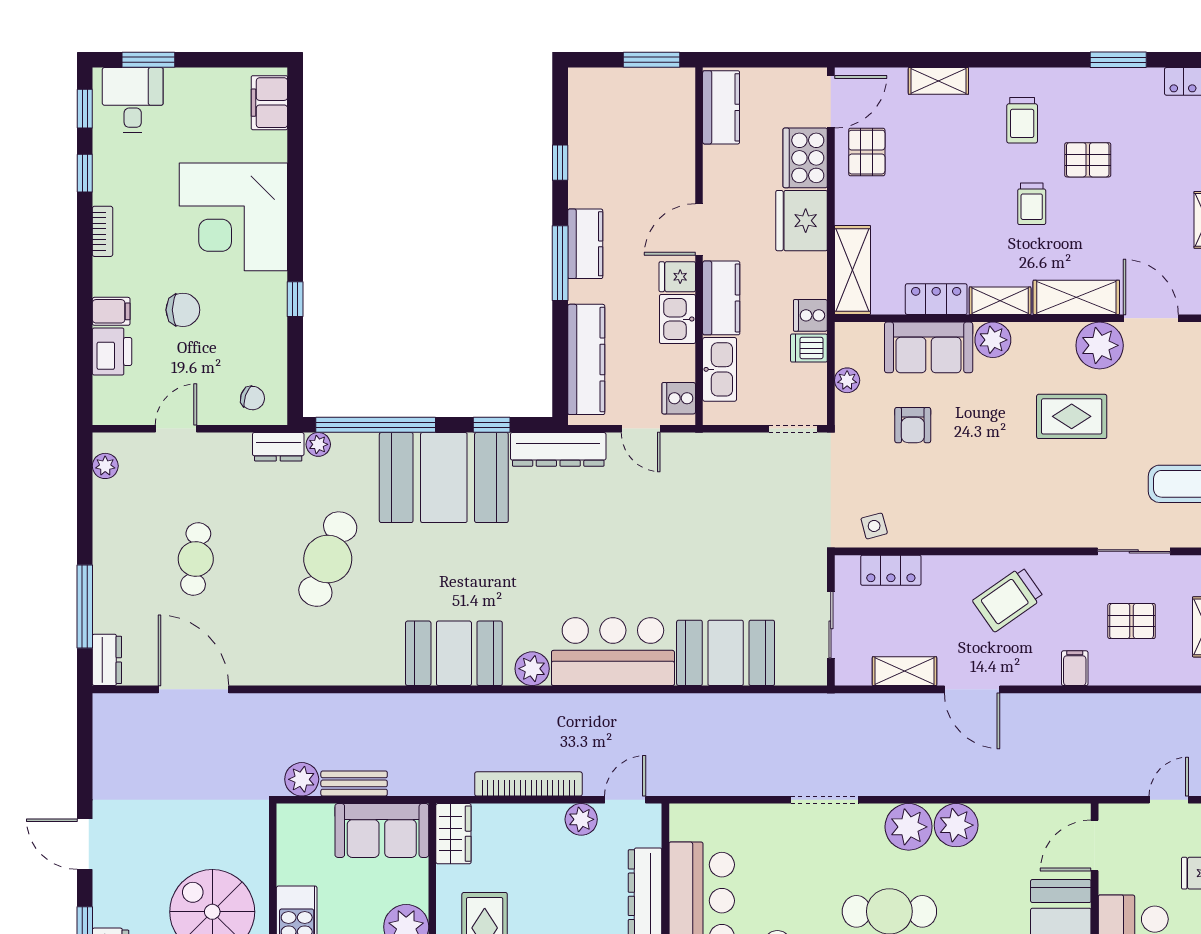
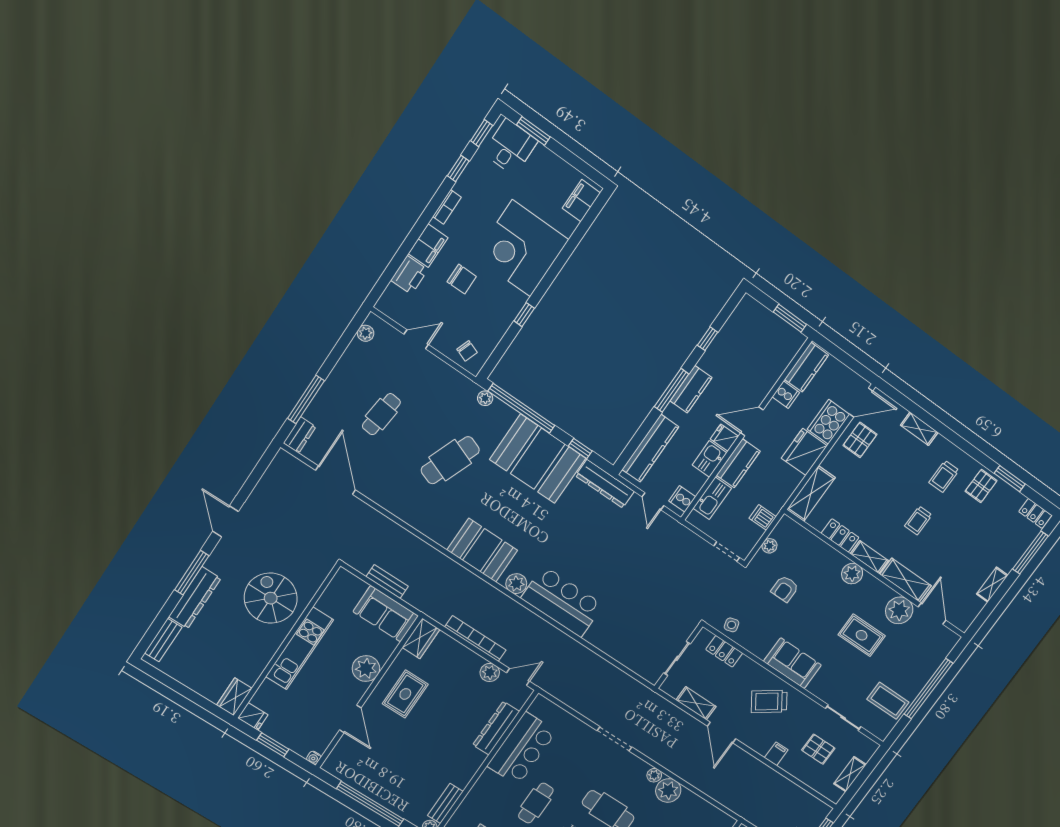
pallet: (1088, 160) -> (981, 486), moved, turned 90
filing cabinet: (111, 311) -> (428, 246), width x2.00
cooker: (810, 315) -> (786, 395), moved, turned 180
sofa: (929, 347) -> (792, 663), moved, turned 180
dresser: (278, 447) -> (463, 385), removed
booth: (726, 653) -> (617, 638), removed
plant: (302, 779) -> (362, 562), removed
plant: (909, 827) -> (654, 775), width x0.53, depth x0.53

